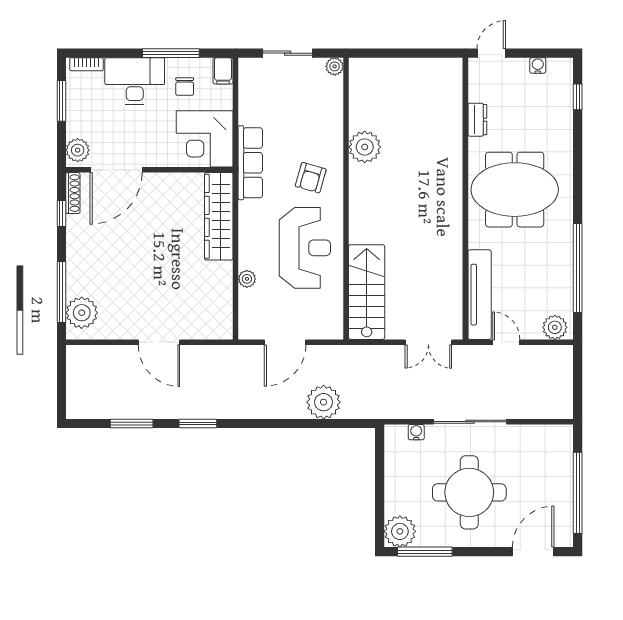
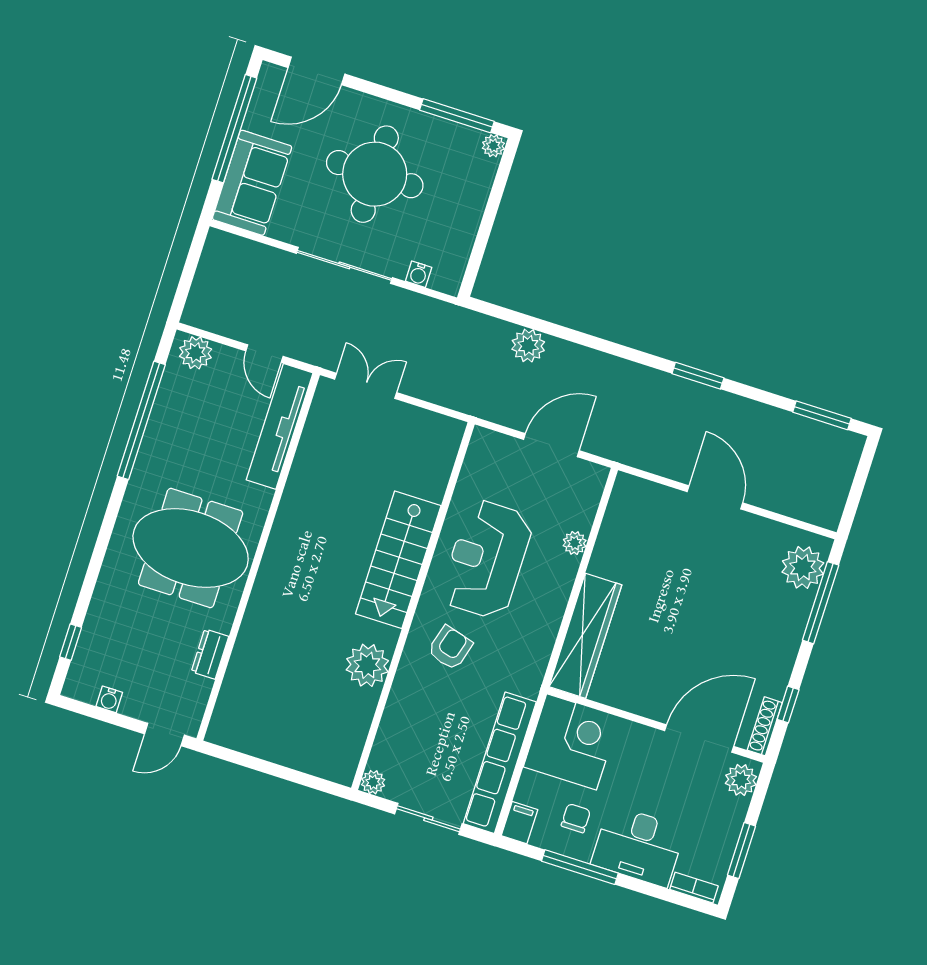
row of seats: (250, 163) -> (500, 763), moved, width x1.36
stairs: (367, 292) -> (398, 560), moved
plant: (324, 402) -> (528, 346), width x0.73, depth x0.73
window: (132, 423) -> (822, 415), moved
sofa: (553, 459) -> (252, 183), added
plant: (400, 531) -> (493, 146), width x0.53, depth x0.53

